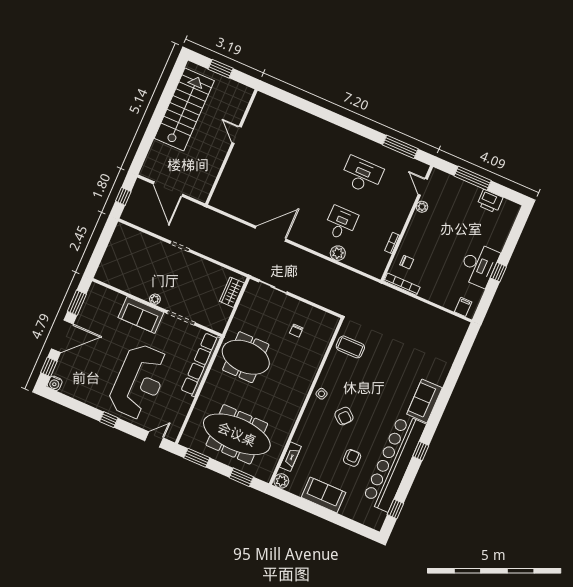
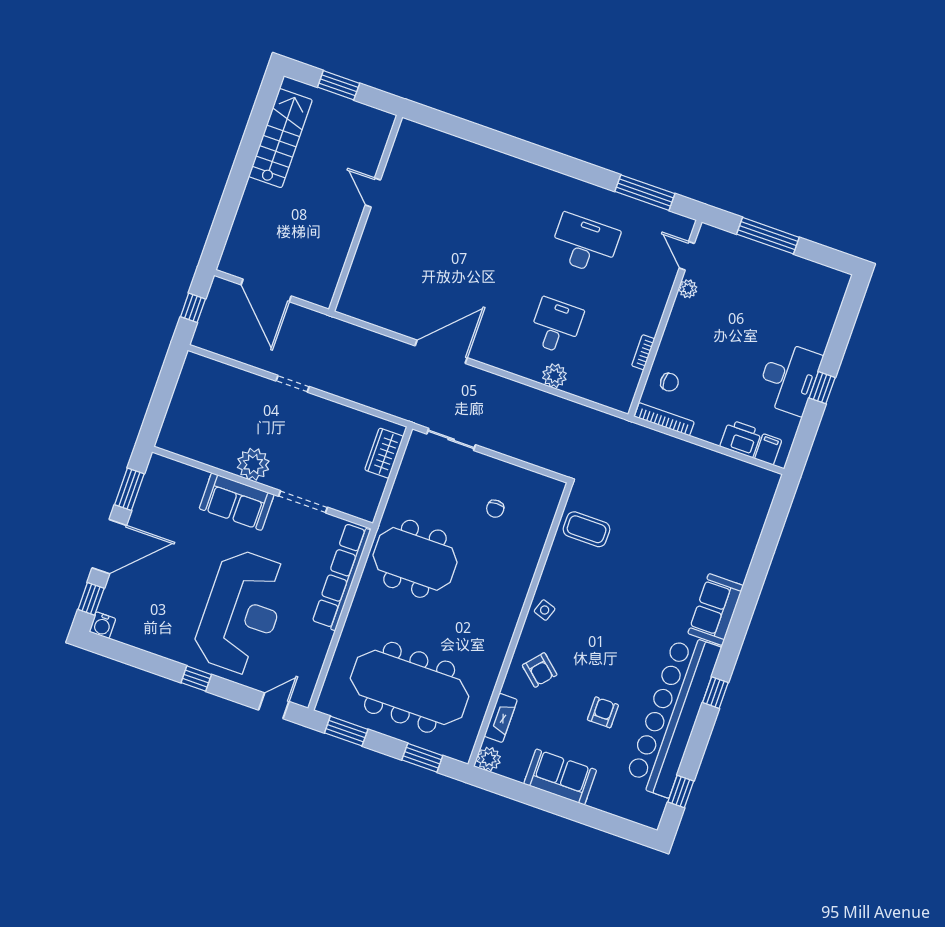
stairs: (184, 110) -> (280, 138), width x0.73, depth x0.66
printer: (490, 201) -> (741, 439), moved, turned 180
plant: (155, 299) -> (253, 464), width x1.87, depth x1.87
armchair: (344, 416) -> (540, 670), moved

